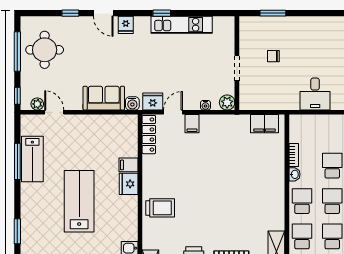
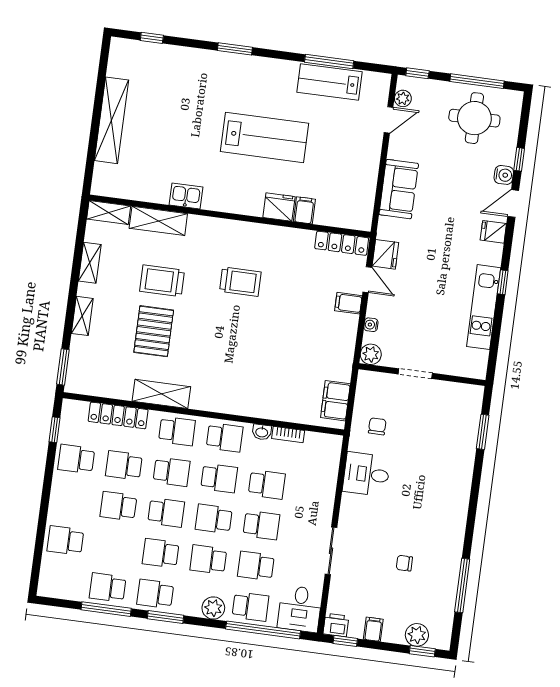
chair: (273, 56) -> (377, 426), moved
water cooler: (132, 103) -> (504, 175), moved, turned 180
trolley: (160, 208) -> (240, 282), moved, turned -90

